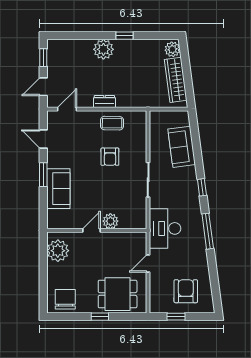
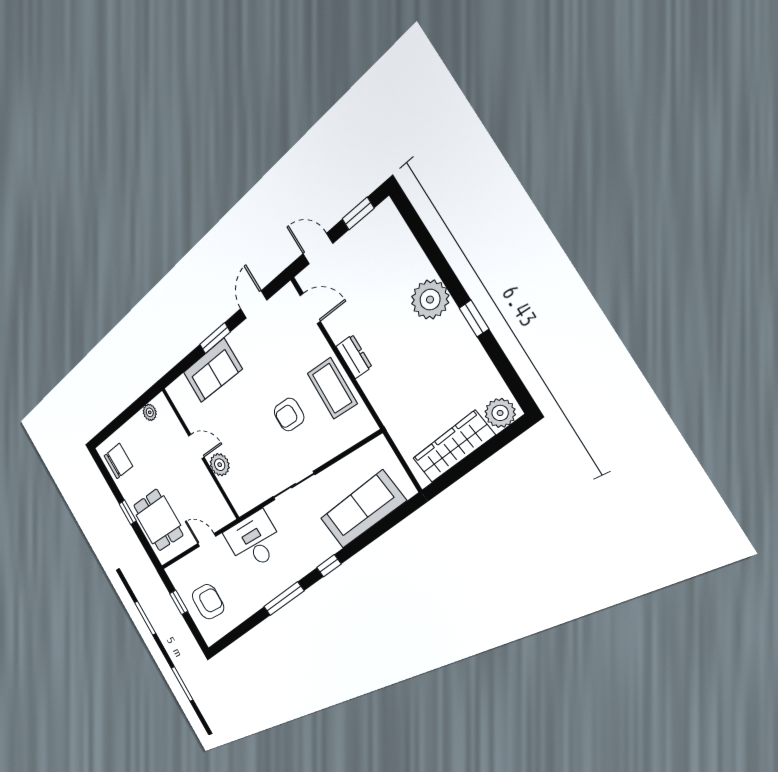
coffee table: (112, 123) -> (332, 388), width x1.36, depth x1.30
sofa: (182, 147) -> (362, 510), width x1.36
plant: (58, 251) -> (150, 412), width x0.53, depth x0.53

